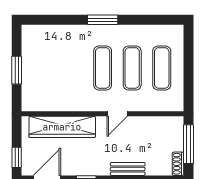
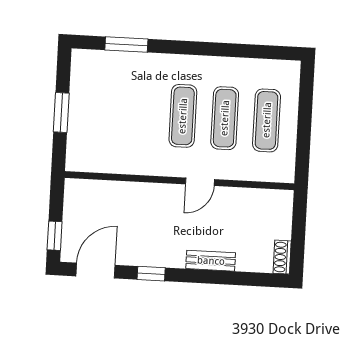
window: (103, 20) -> (126, 44), moved
wardrobe: (62, 127) -> (121, 196), removed
window: (189, 144) -> (299, 230), removed

